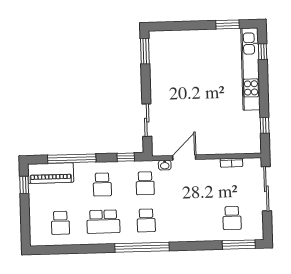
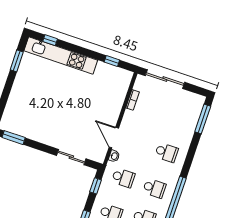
school desk: (232, 218) -> (166, 152), moved

